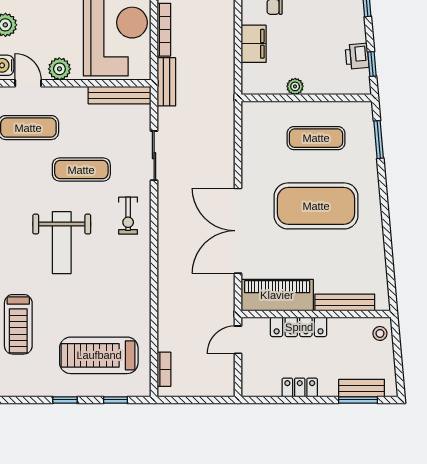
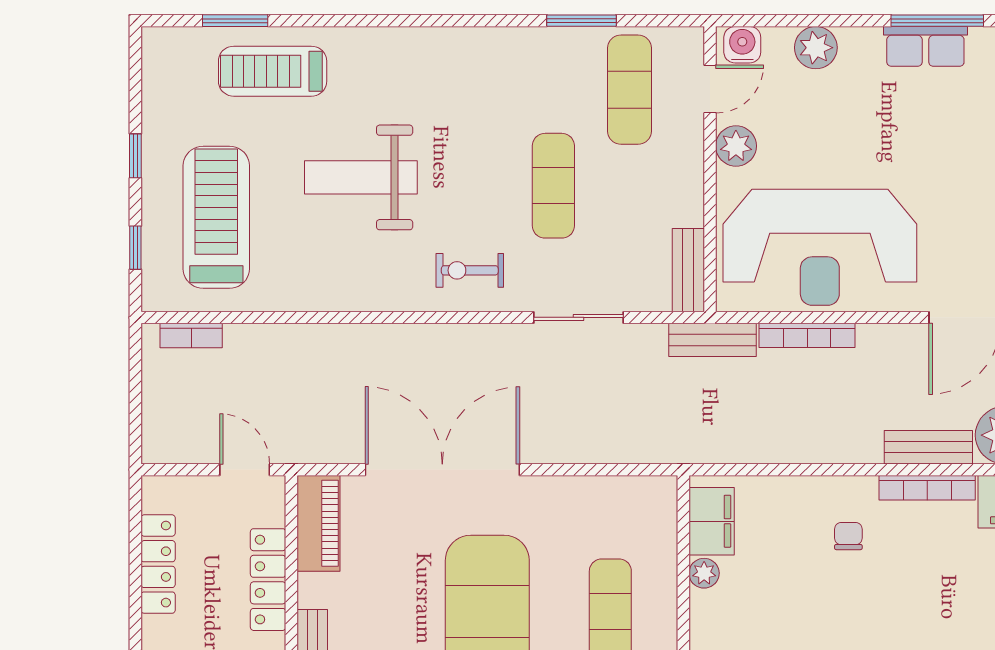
filing cabinet: (254, 44) -> (712, 521), moved, turned -90
bench: (120, 95) -> (688, 270), width x0.73
weight bench: (62, 243) -> (361, 177), moved
piano: (277, 295) -> (319, 523), width x0.73, depth x0.75
locker: (300, 387) -> (158, 564), width x1.53

